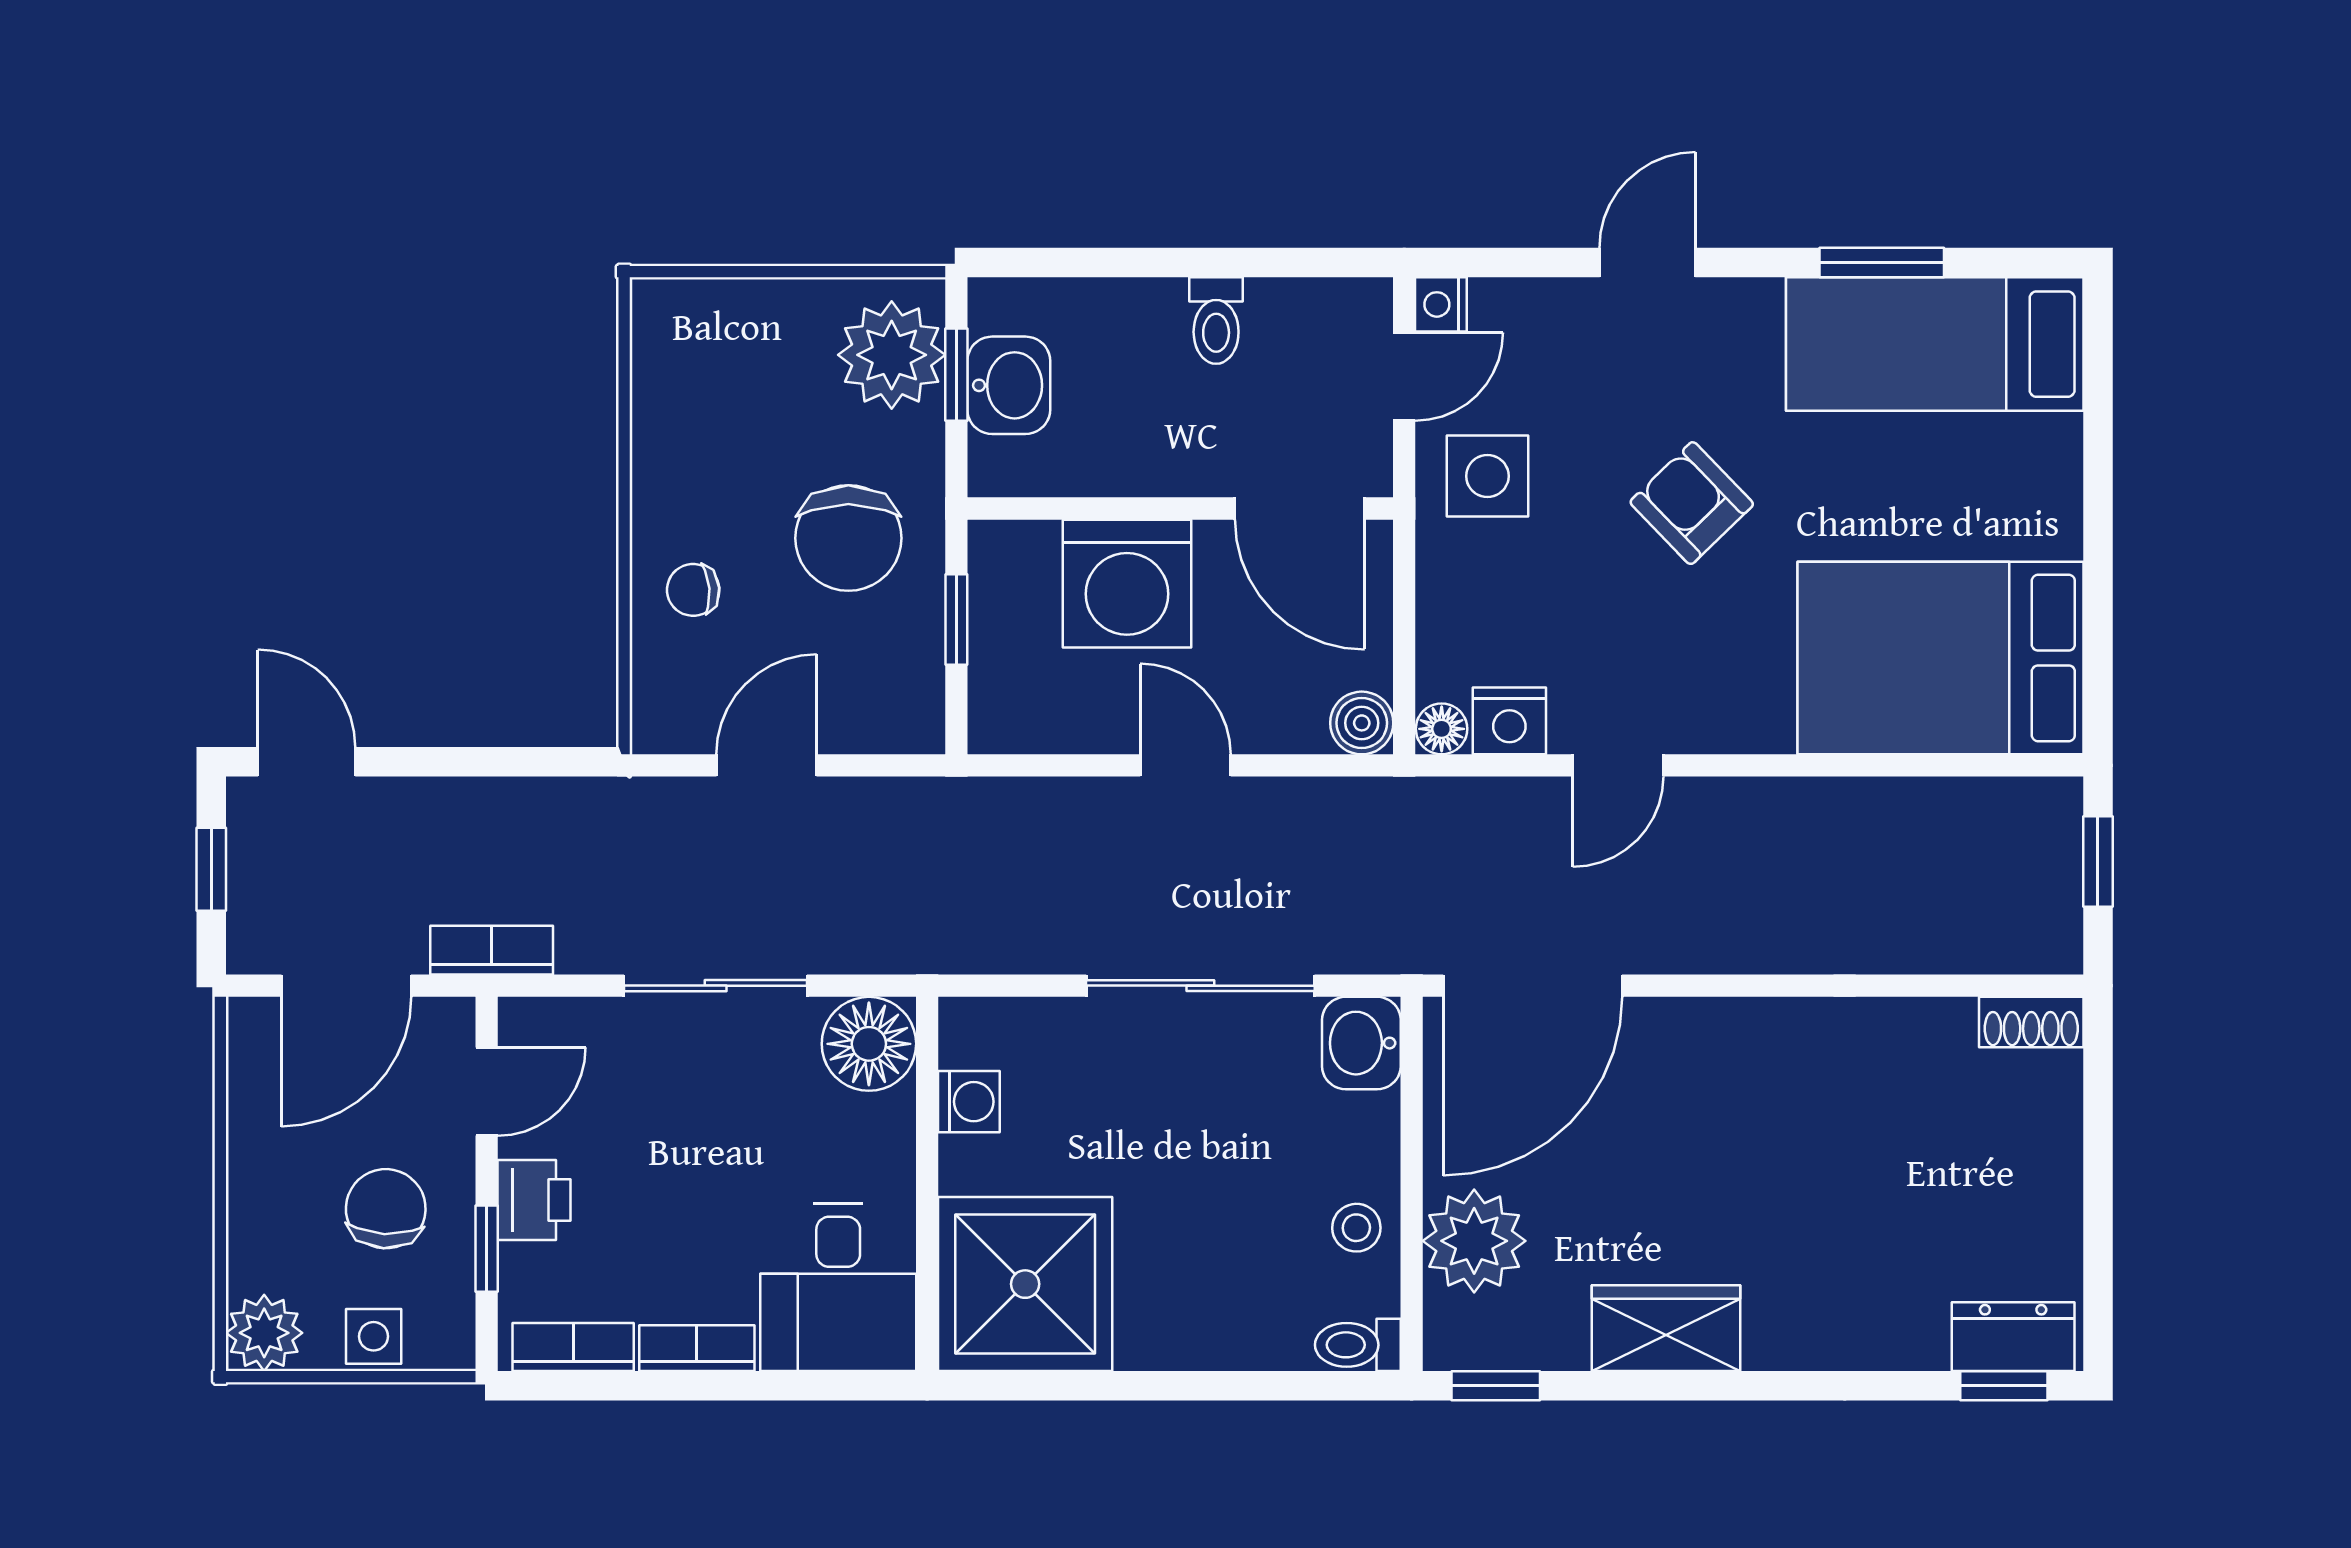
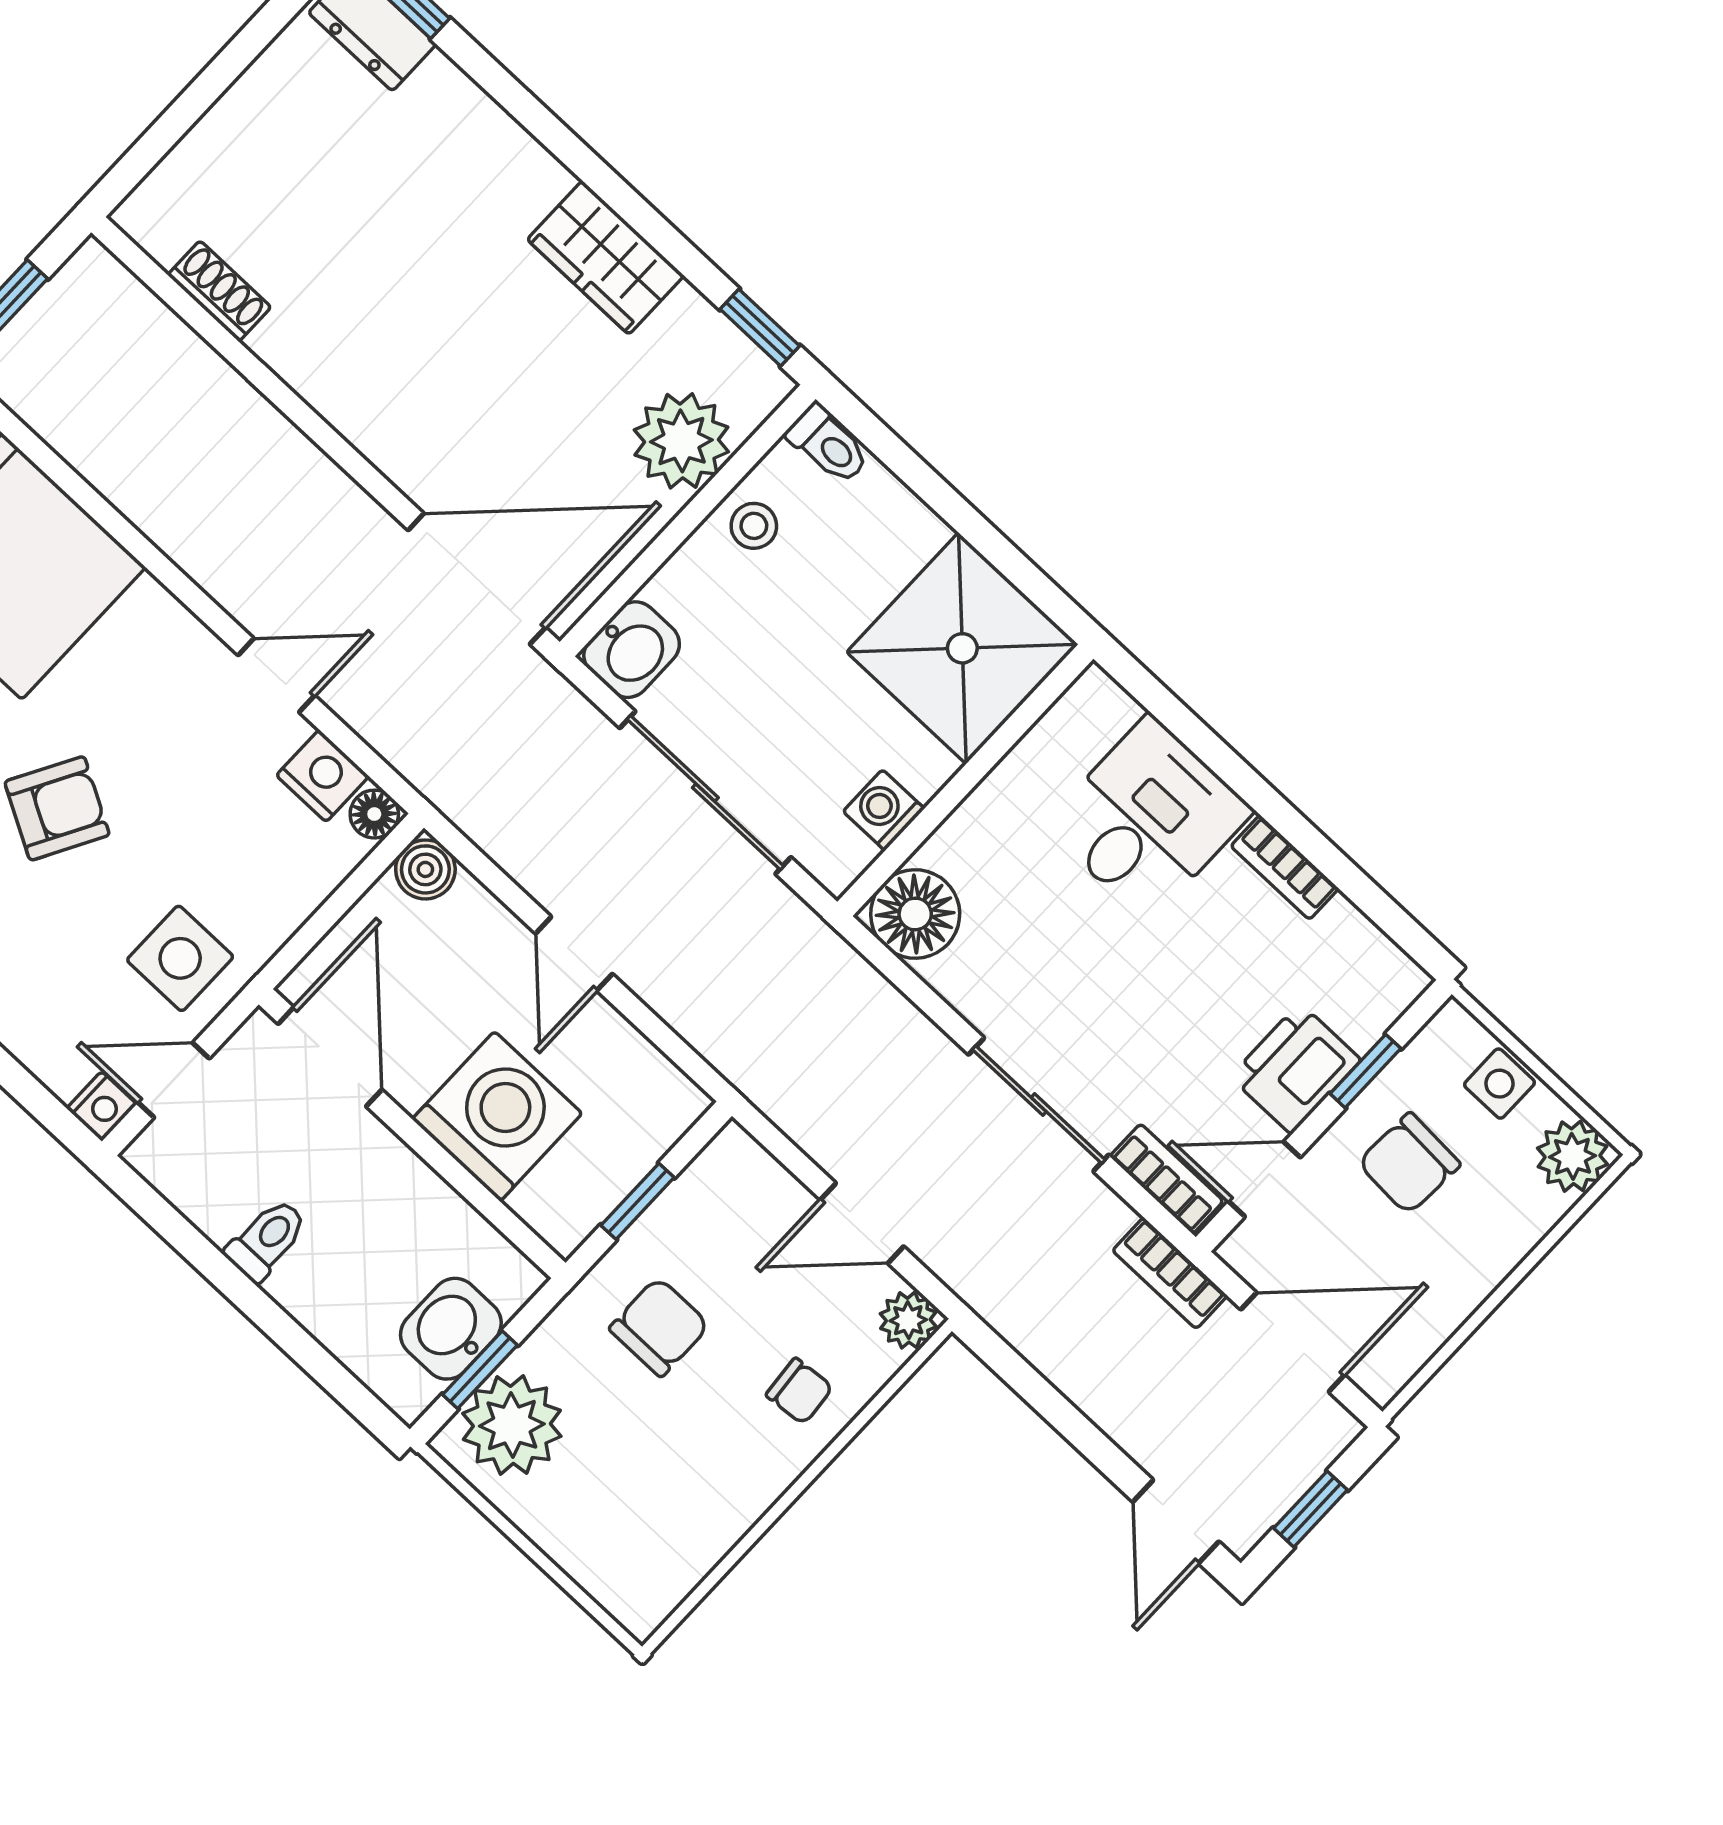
armchair: (1692, 503) -> (57, 808), turned -107
chair: (848, 538) -> (659, 1327), width x0.73, depth x0.73
plant: (660, 724) -> (908, 1320), added
shoe rack: (2031, 1022) -> (219, 291), moved
floor lamp: (869, 1044) -> (915, 914), moved
washing machine: (969, 1102) -> (884, 810), moved
wall: (927, 1184) -> (965, 780), moved
printer: (534, 1200) -> (1295, 1068), width x1.36, depth x1.24
shower: (1025, 1284) -> (962, 648), moved
bookcase: (573, 1347) -> (1167, 1179), moved, turned 180

